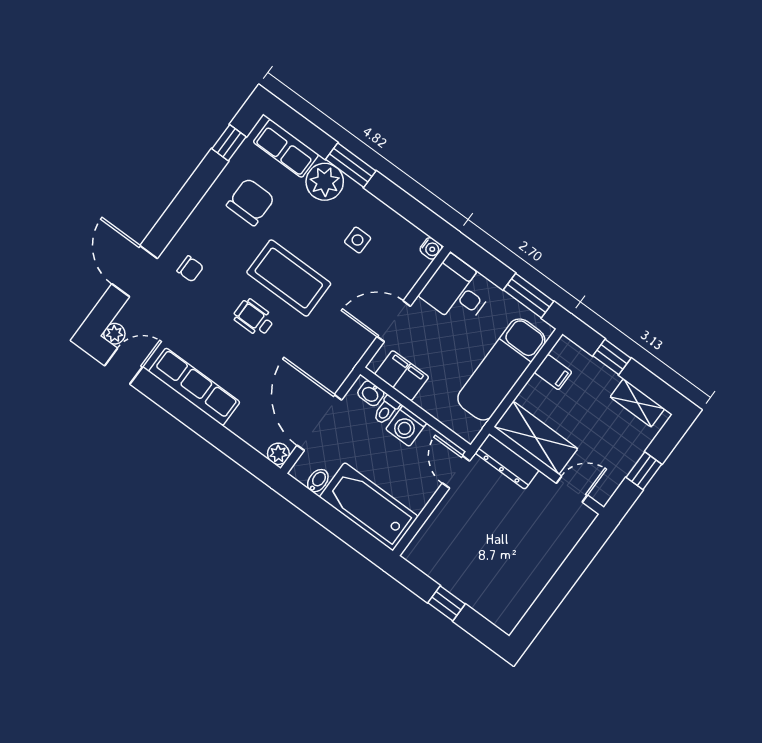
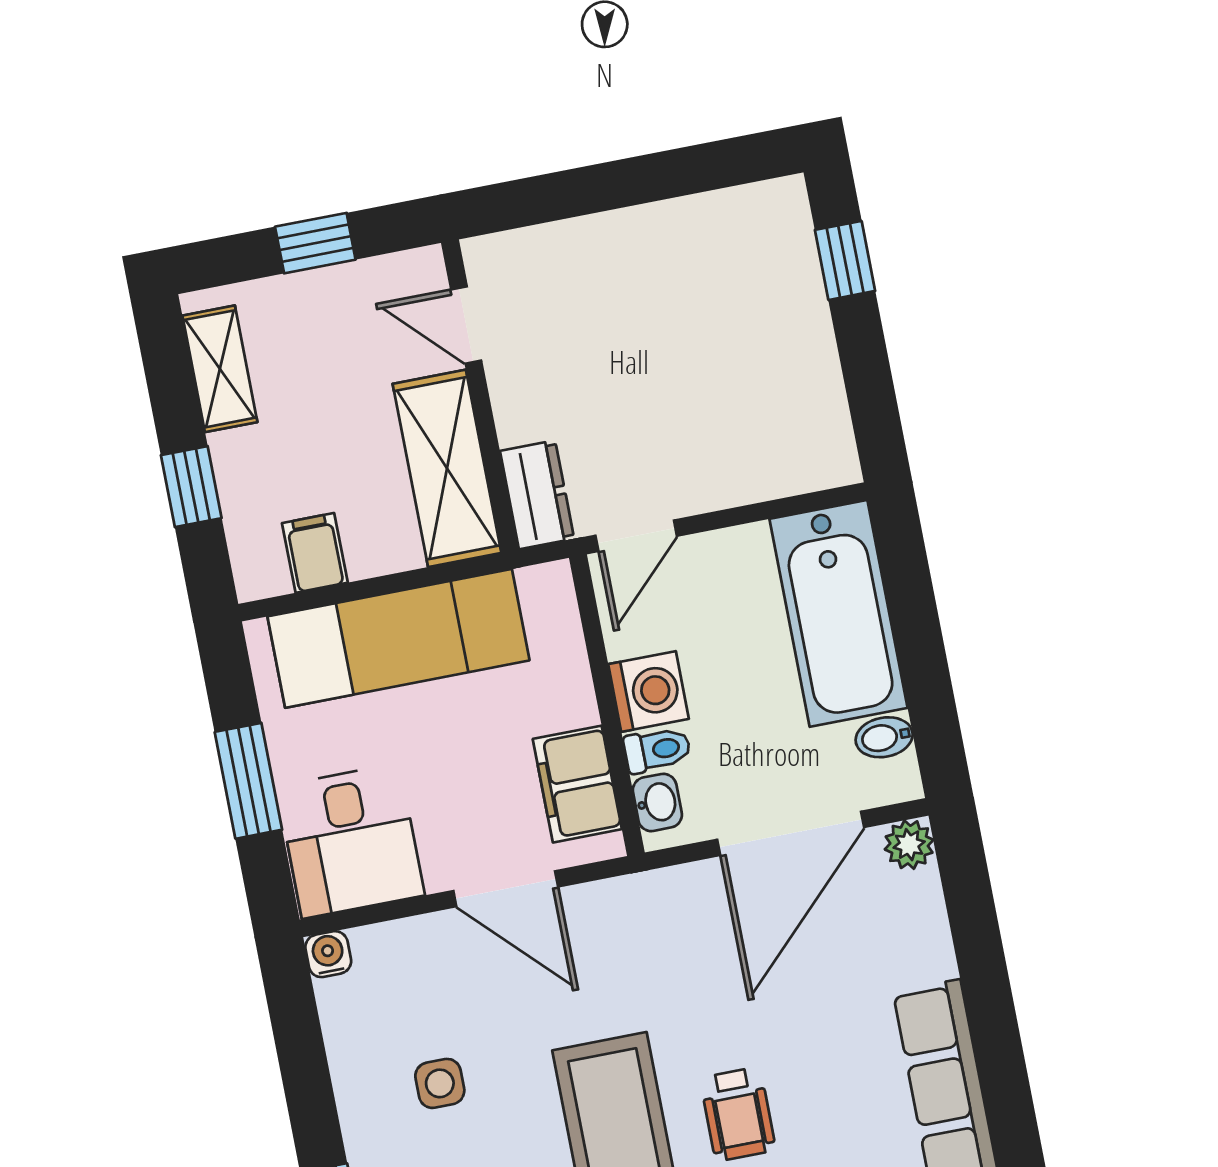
window: (528, 296) -> (248, 781), moved
dresser: (507, 461) -> (537, 495), width x0.70
window: (447, 603) -> (845, 260), moved

